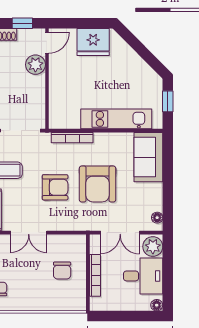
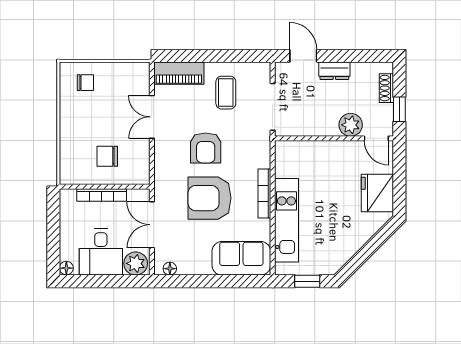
bookcase: (72, 138) -> (264, 194), moved

